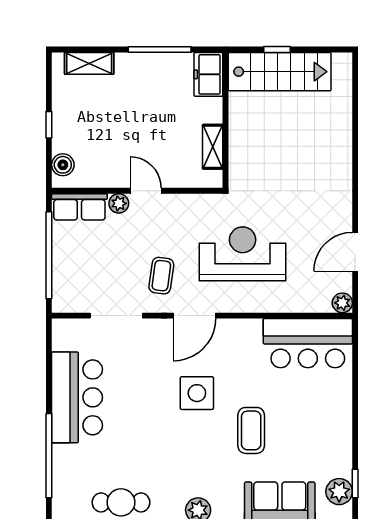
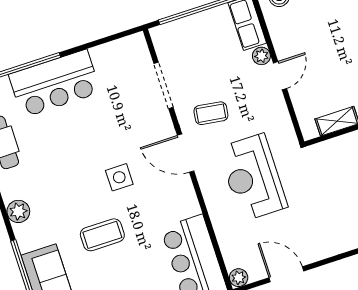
reception desk: (243, 254) -> (253, 177), turned 180
side table: (197, 393) -> (119, 177), width x0.73, depth x0.73
bar counter: (77, 397) -> (55, 83), moved

